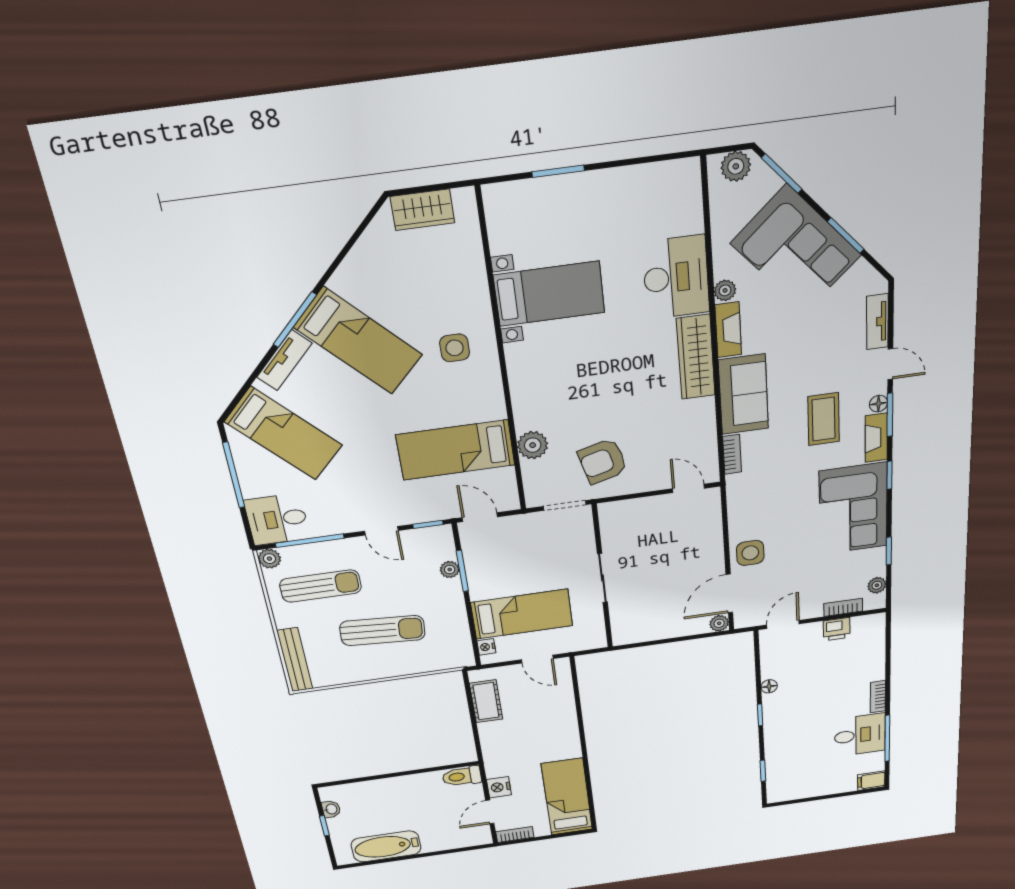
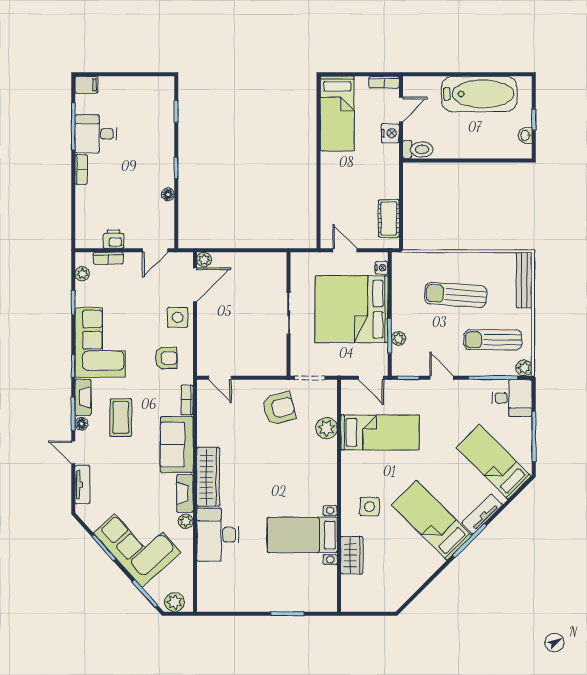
wardrobe: (422, 210) -> (352, 555), moved, turned 90
armchair: (763, 502) -> (166, 358), added
bed: (522, 614) -> (351, 309), width x2.04
bathtub: (386, 846) -> (479, 94), width x1.36, depth x1.36

